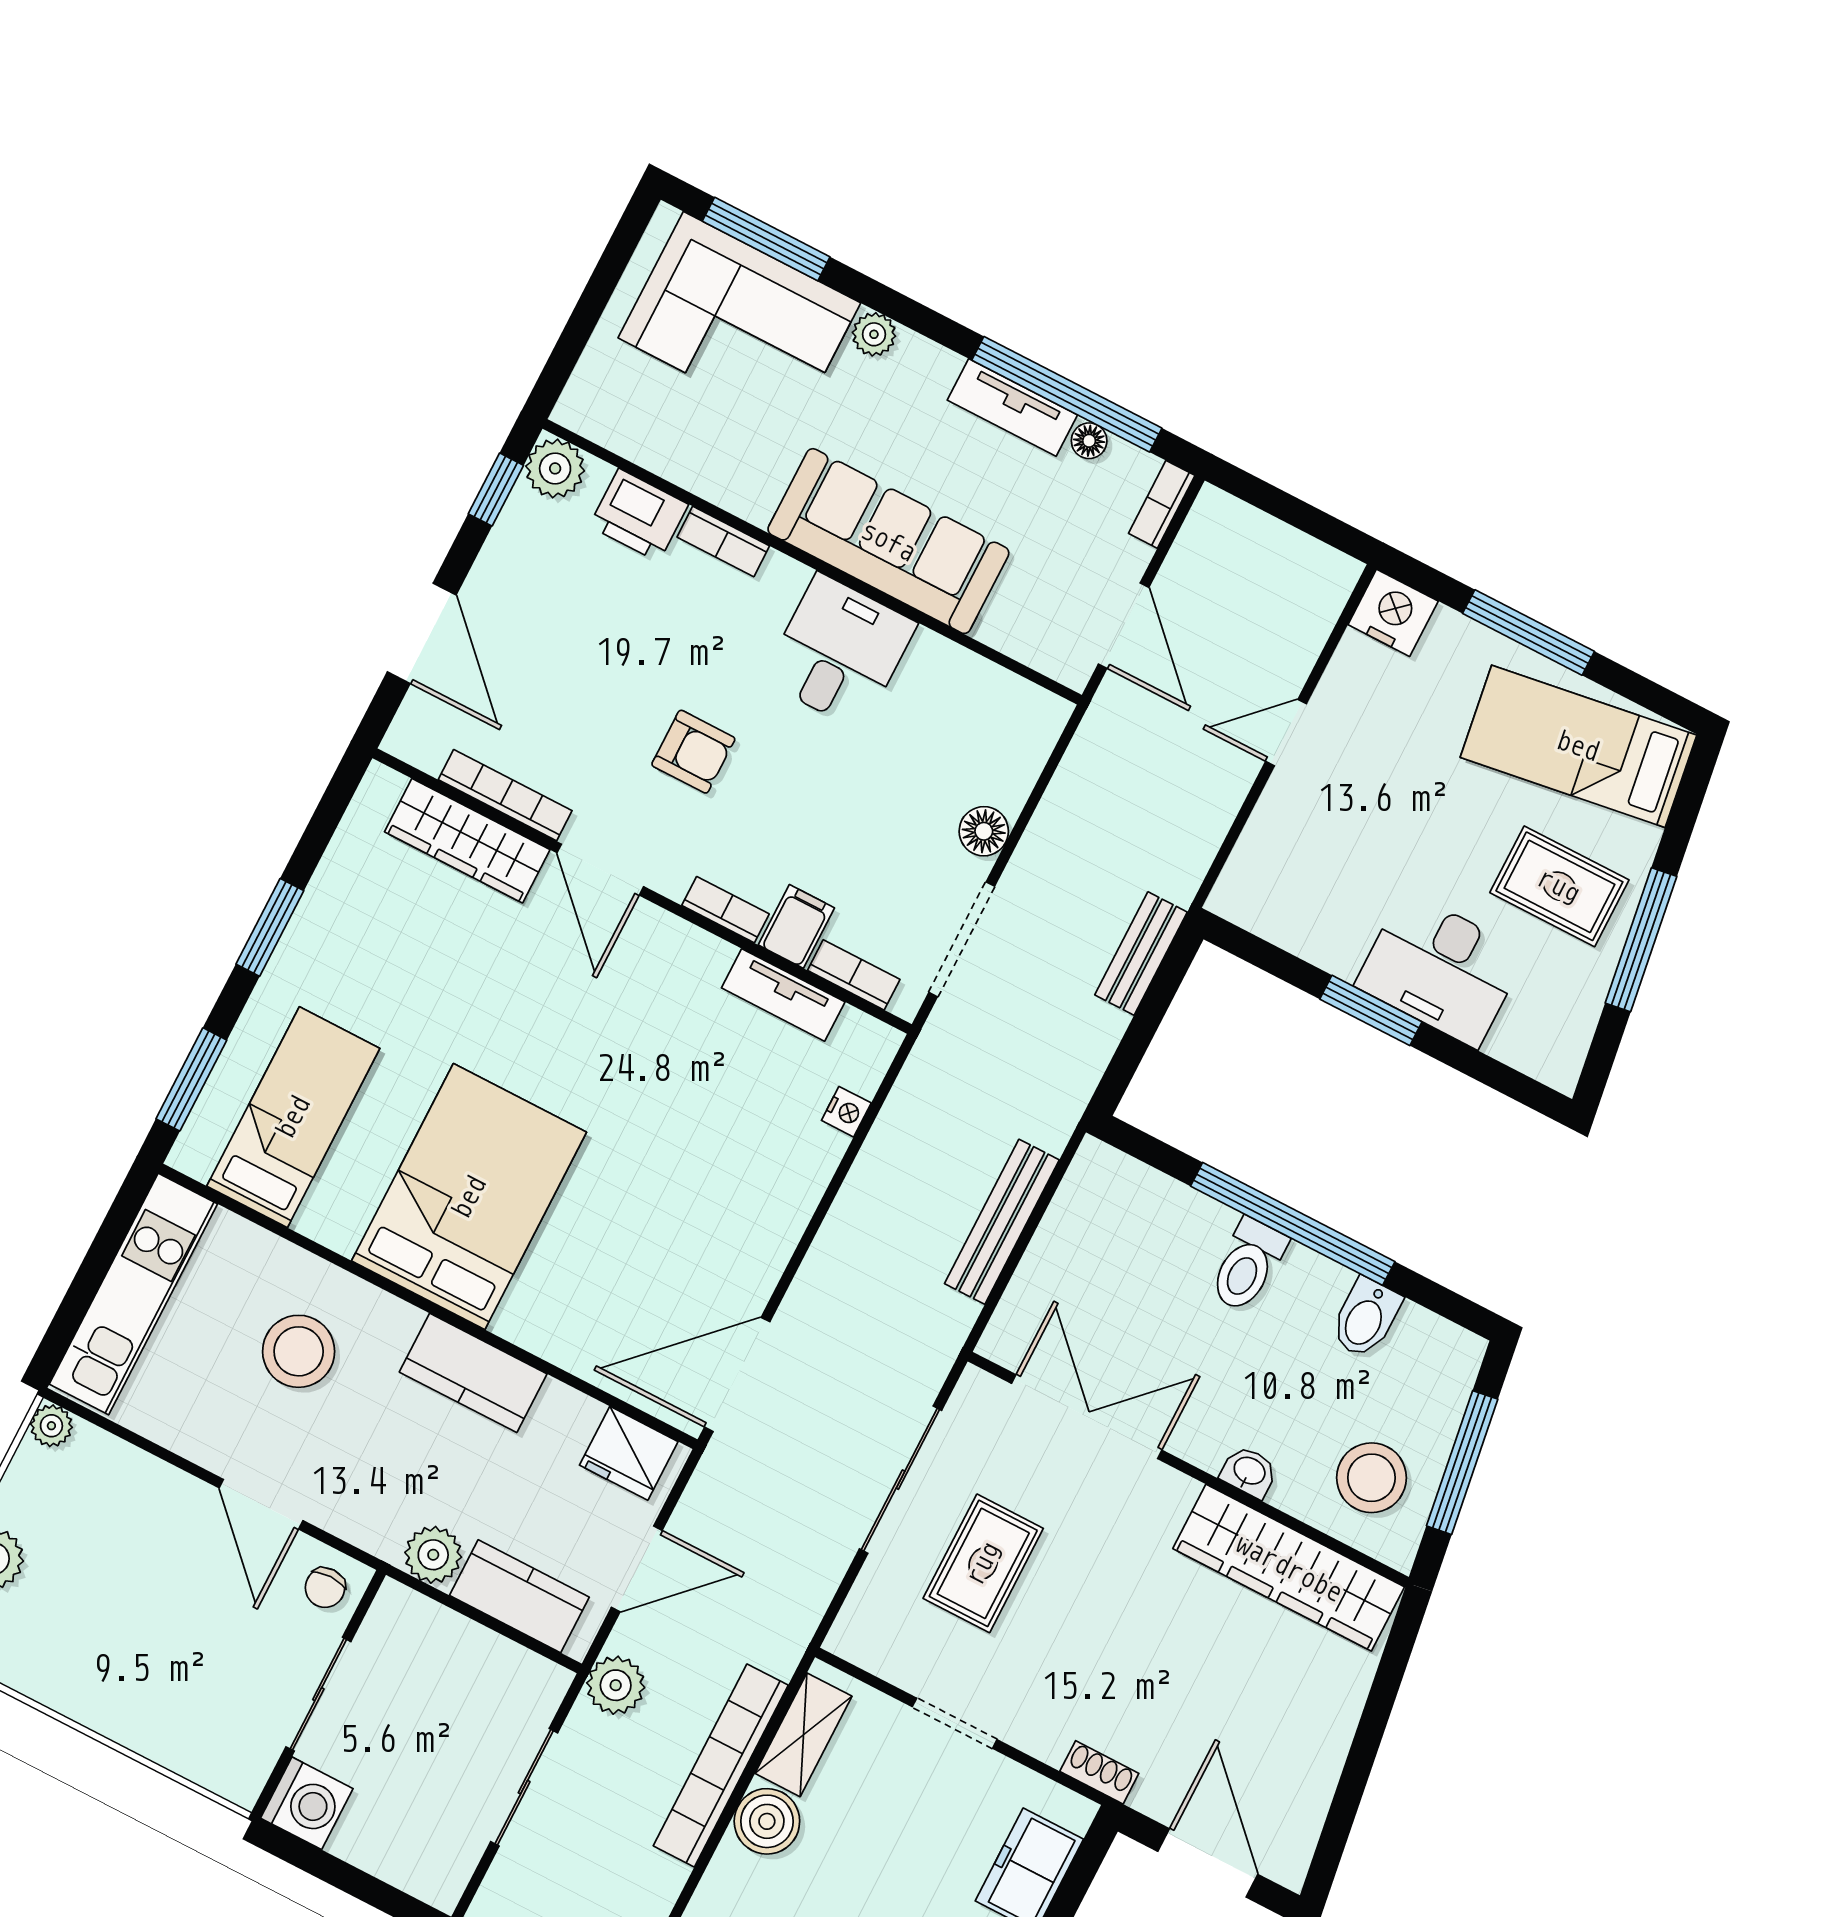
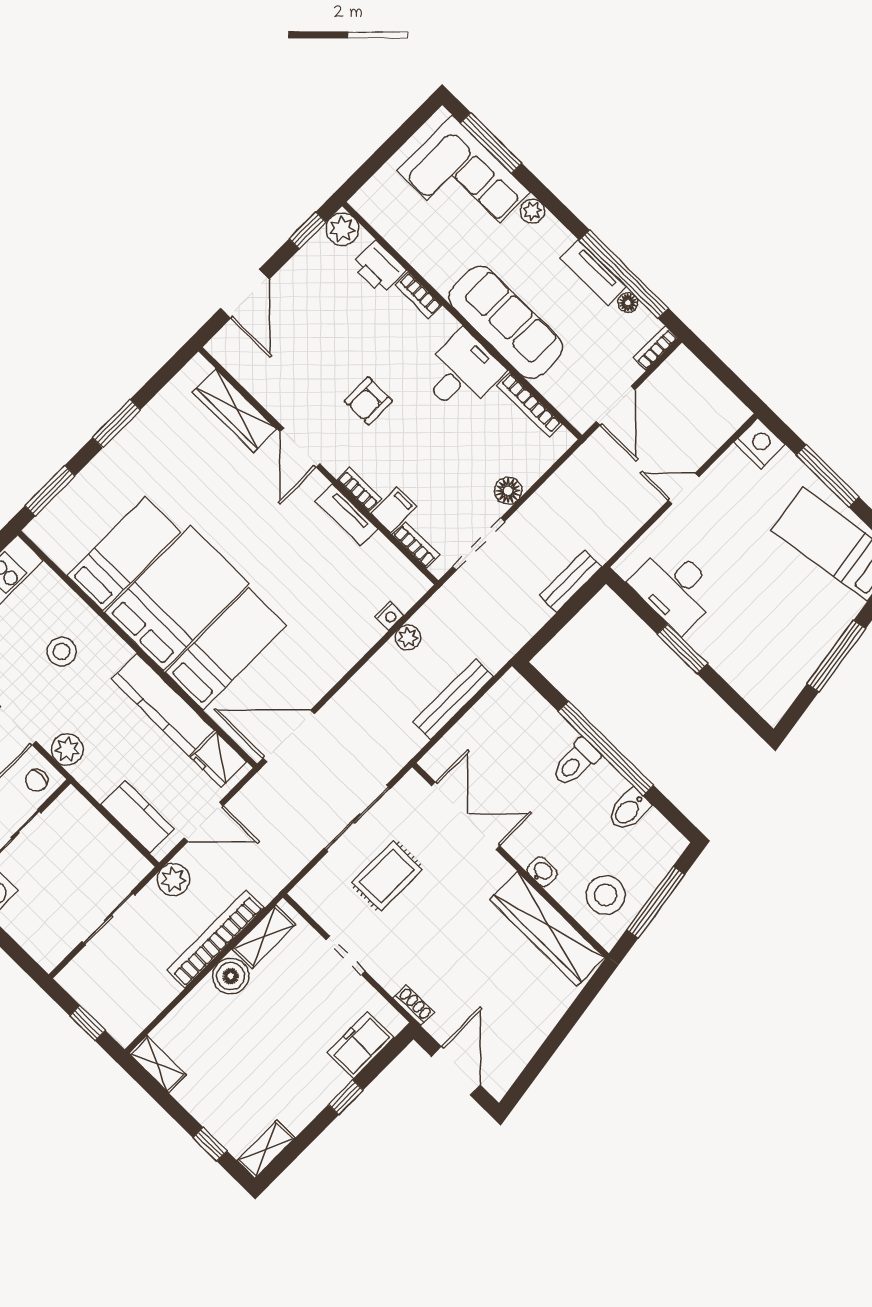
armchair: (693, 752) -> (368, 401), turned 90
bookcase: (505, 795) -> (529, 405), moved, turned 180
rug: (1559, 886) -> (802, 615), removed
desk: (1441, 969) -> (675, 588), moved
tv unit: (783, 995) -> (346, 515), moved
bed: (293, 1117) -> (124, 554), moved
plant: (890, 1139) -> (408, 637), added
bed: (581, 1258) -> (226, 649), added
stool: (299, 1351) -> (62, 651), width x0.73, depth x0.73
kitchen counter: (473, 1373) -> (163, 705), width x1.50
plant: (433, 1555) -> (67, 749), moved

